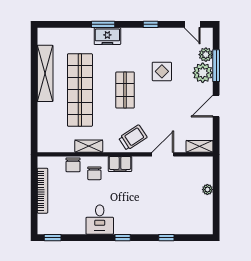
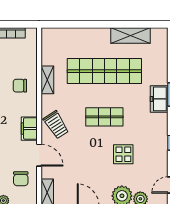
shelving: (45, 73) -> (130, 36), width x0.68
filing cabinet: (120, 164) -> (29, 129), moved
chair: (73, 165) -> (21, 179), moved, turned -90

